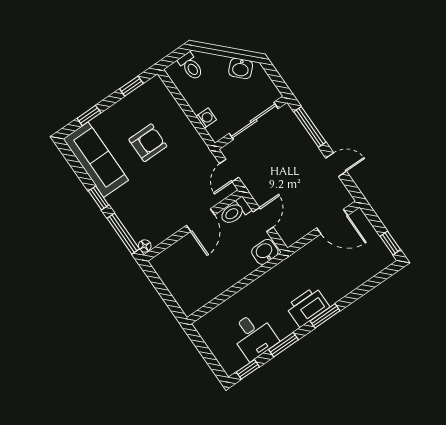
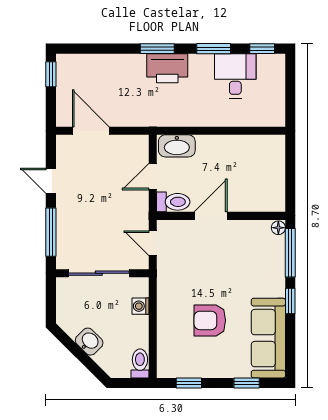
toilet: (191, 66) -> (140, 363), moved
washbasin: (241, 68) -> (89, 342), moved
door: (229, 170) -> (153, 243), swing flipped
washbasin: (265, 252) -> (177, 146), width x1.38

